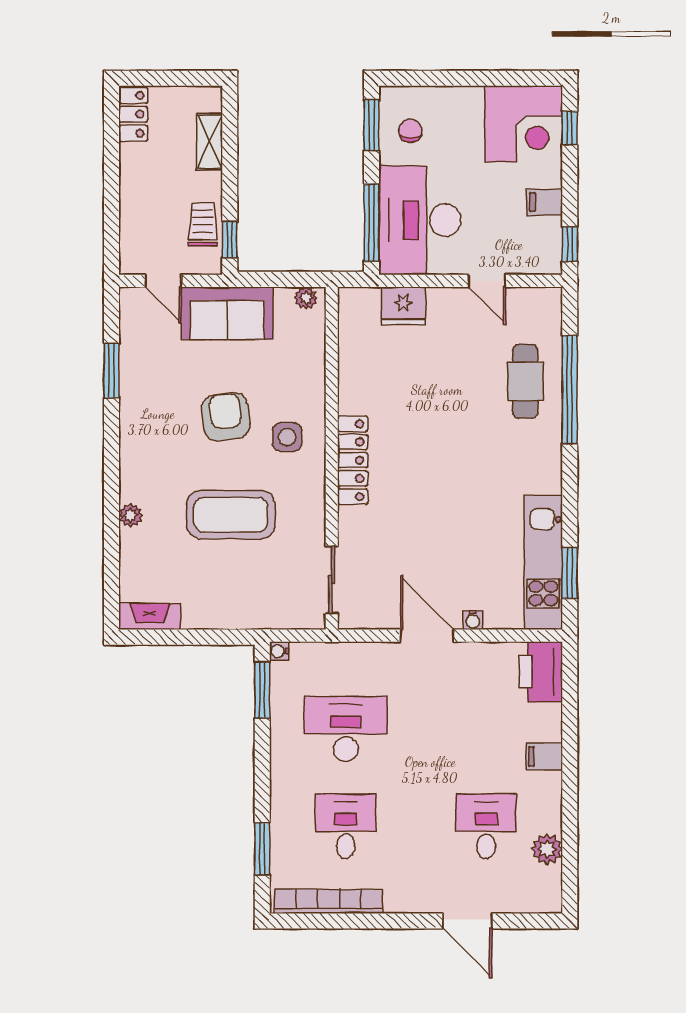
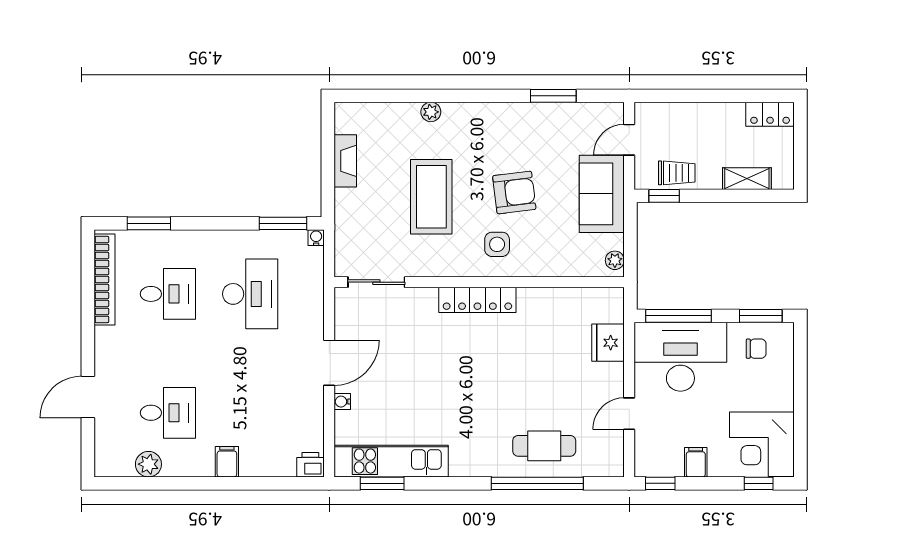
fireplace: (150, 617) -> (345, 161), moved
printer: (541, 672) -> (310, 465), width x0.53, depth x0.68

